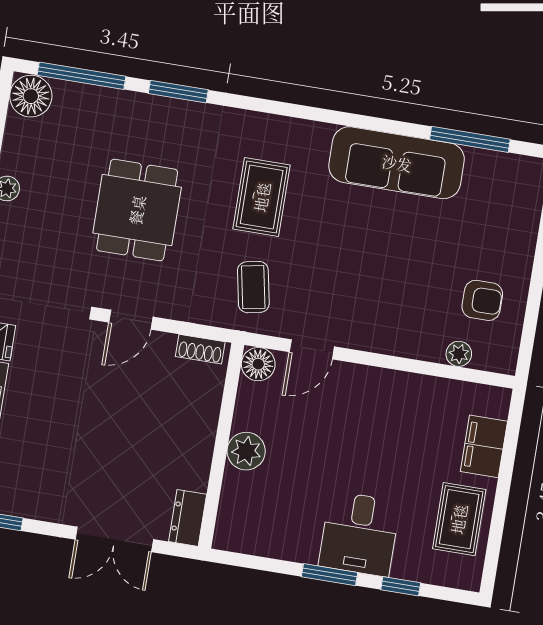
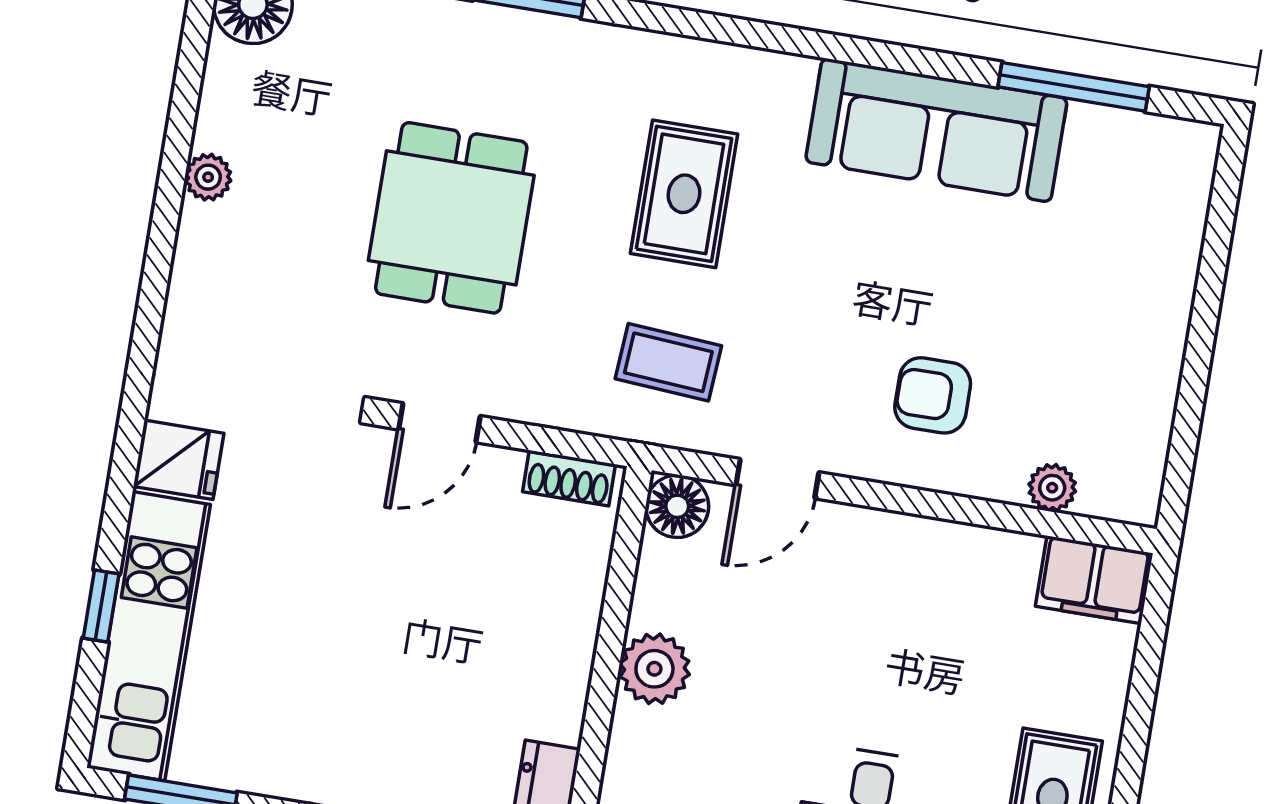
coffee table: (253, 287) -> (668, 362), turned -75
armchair: (482, 300) -> (933, 395), moved, turned 180
filing cabinet: (484, 446) -> (1094, 580), moved, turned -90

